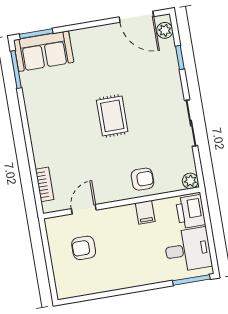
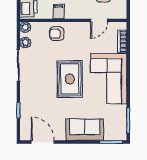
plant: (165, 30) -> (25, 43), moved
sofa: (44, 51) -> (85, 130), moved
rug: (112, 116) -> (70, 79), width x1.36, depth x1.43
corner sofa: (55, 126) -> (109, 79), added

